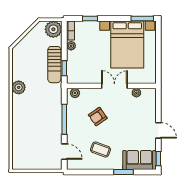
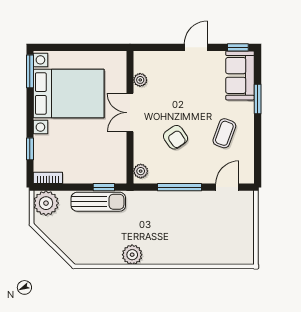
plant: (71, 46) -> (70, 177), removed

